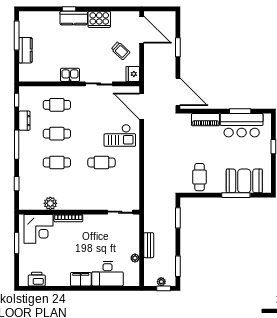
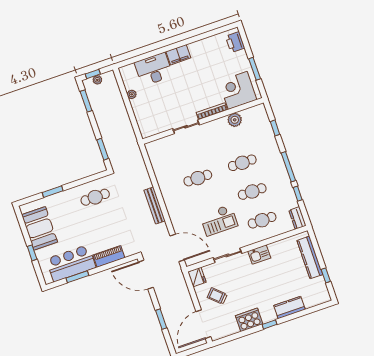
window: (69, 9) -> (270, 324), moved
kitchen counter: (74, 18) -> (289, 308), moved
door: (142, 30) -> (203, 324), hinge flipped
window: (17, 36) -> (326, 275), width x0.46
kitchen counter: (25, 50) -> (310, 257), width x1.50
window: (17, 100) -> (298, 194), moved
dresser: (24, 121) -> (297, 218), moved
checkout: (120, 135) -> (219, 220), moved, turned 180
cafe table: (200, 177) -> (95, 197), turned 90
booth: (244, 181) -> (39, 228), moved, turned 90
window: (236, 195) -> (53, 192), width x0.69
sliding door: (120, 212) -> (186, 127), moved
bench: (149, 245) -> (155, 205), moved, width x1.36
printer: (37, 279) -> (235, 42), moved, turned 90

